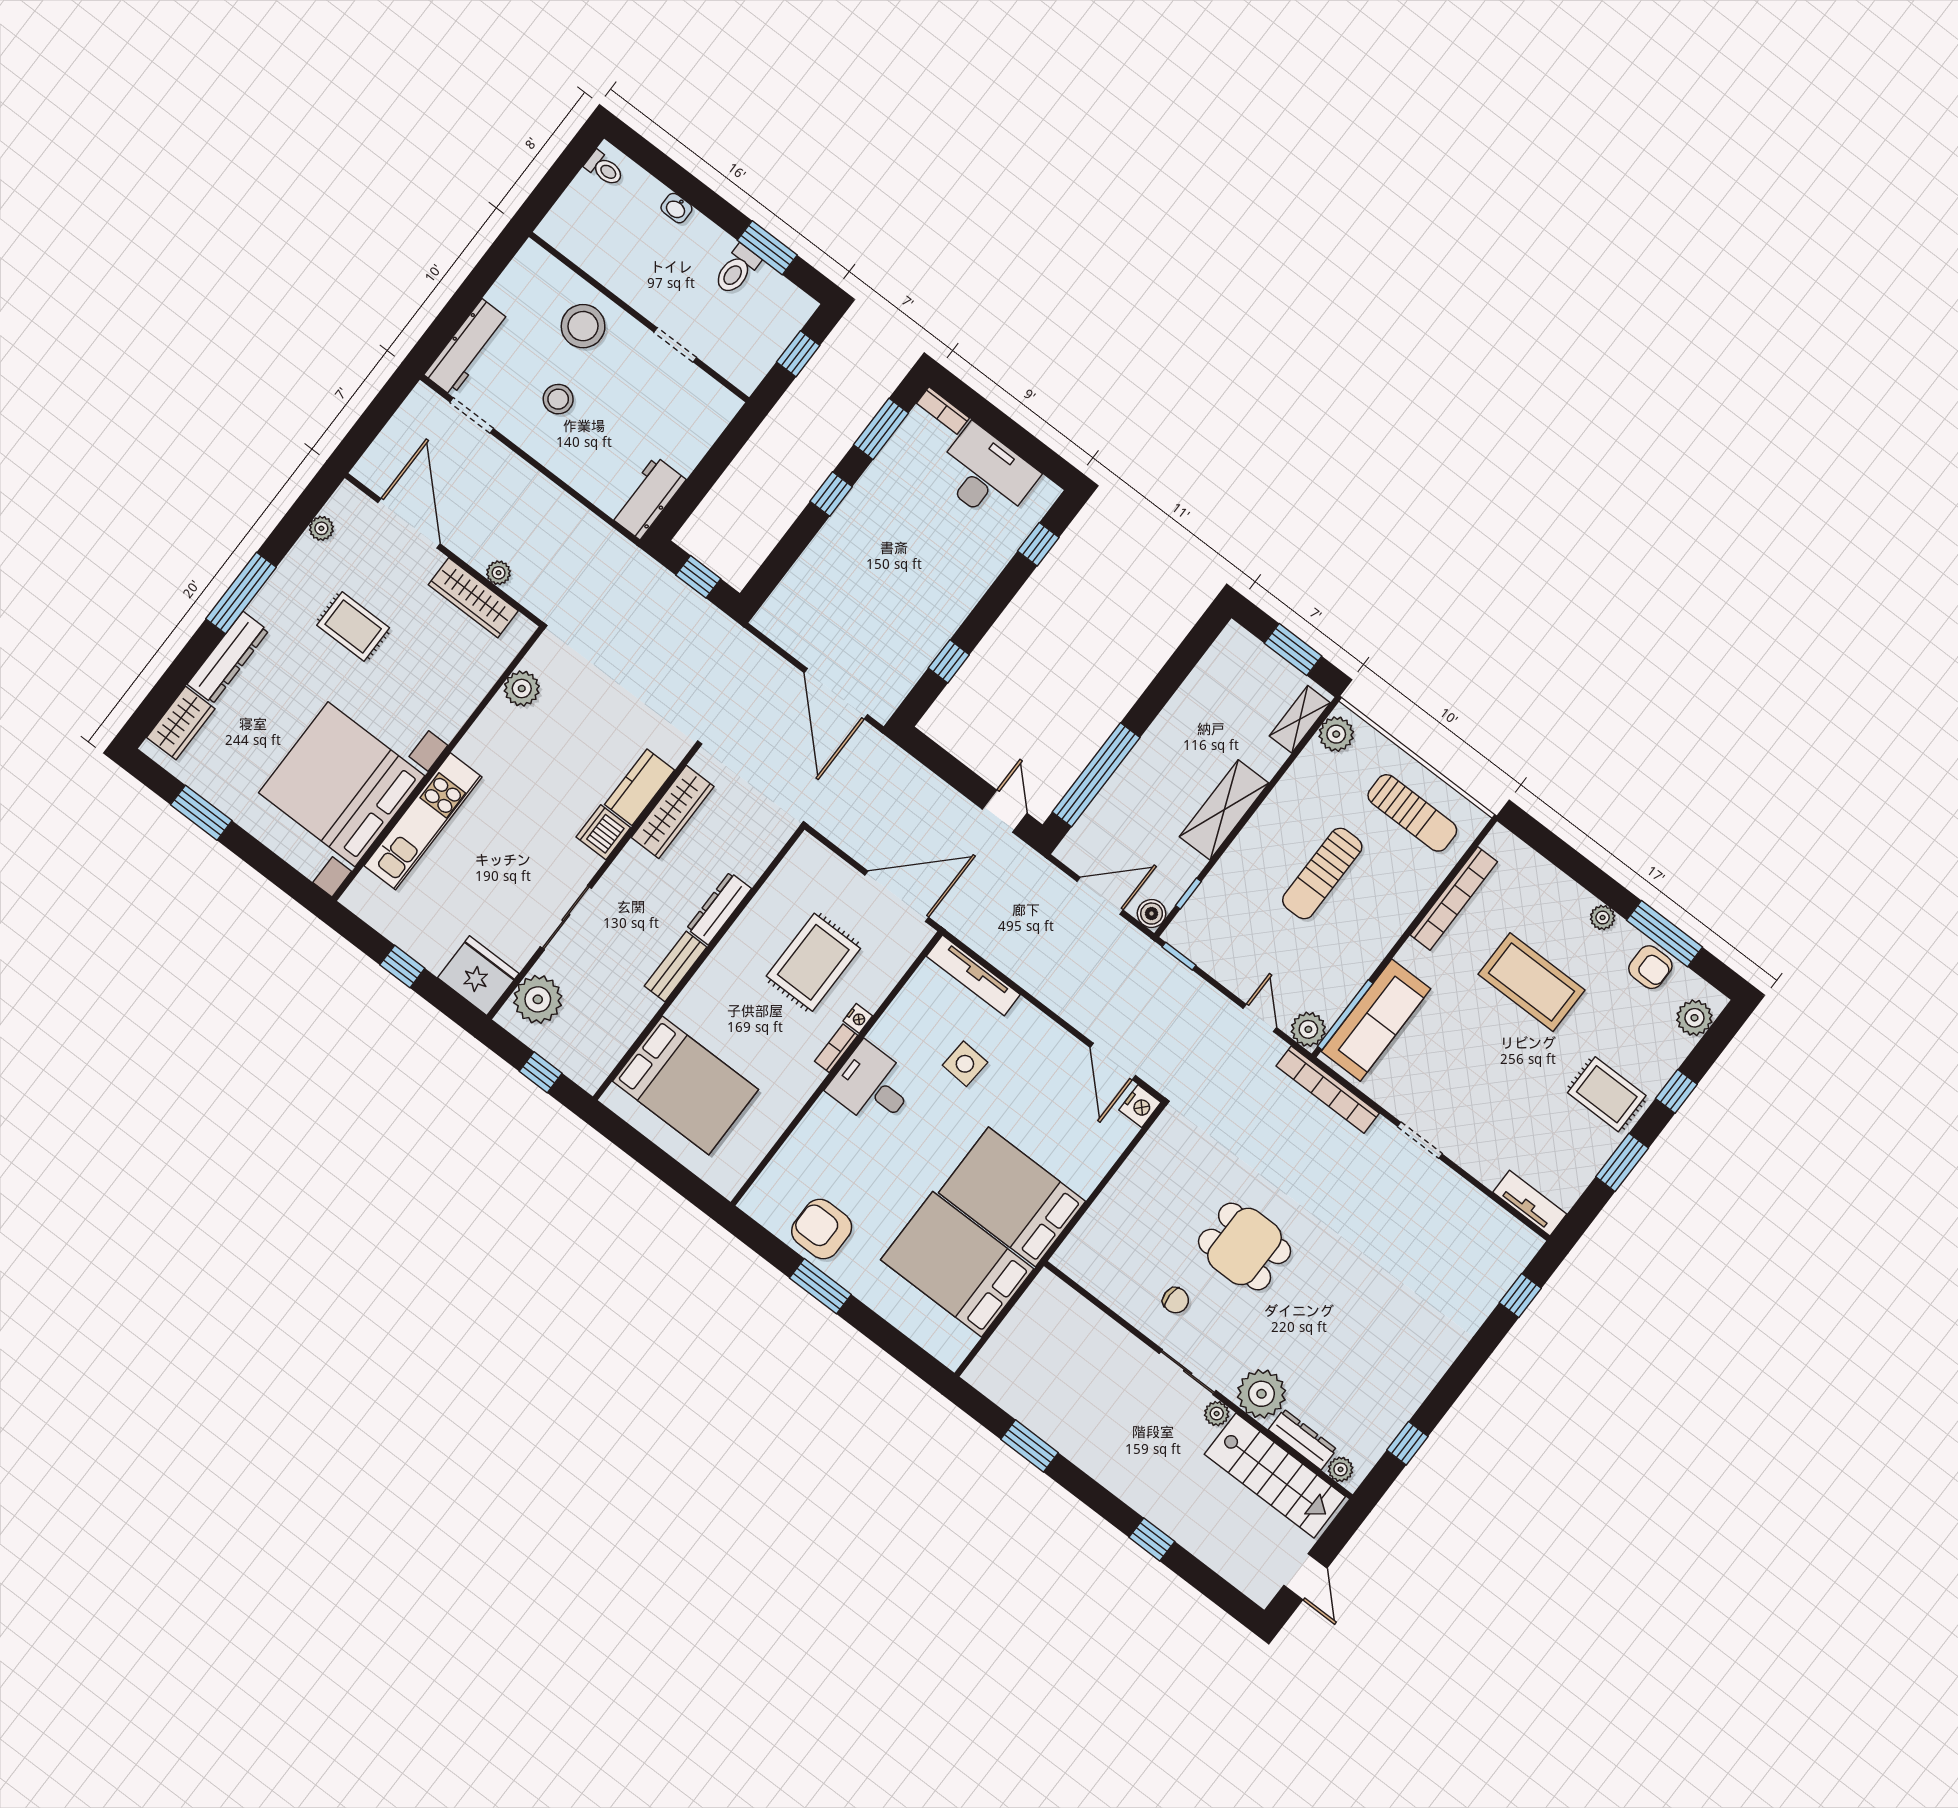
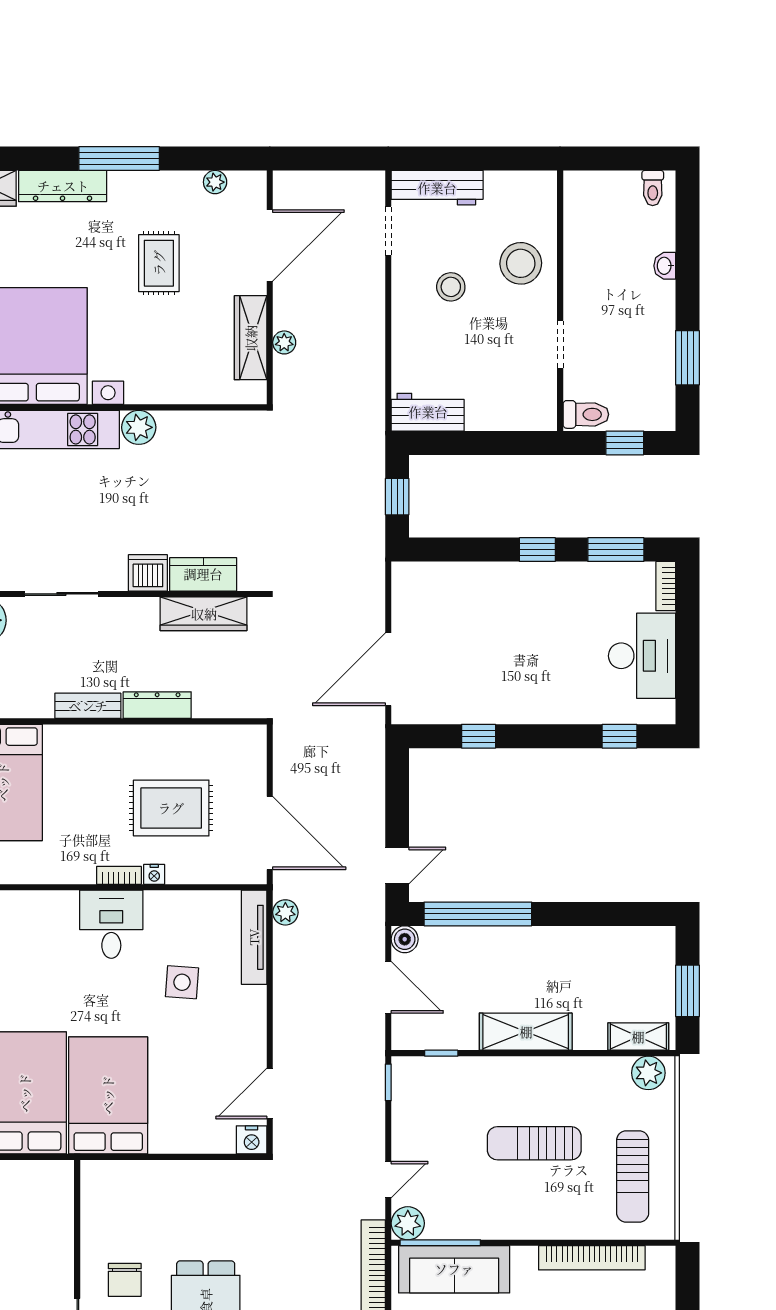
toilet: (737, 270) -> (586, 414), moved, turned 180
plant: (522, 689) -> (139, 427), moved
boiler: (1152, 914) -> (405, 939), moved
plant: (973, 934) -> (285, 912), added
chair: (1176, 1300) -> (125, 1280), width x1.37, depth x1.37

